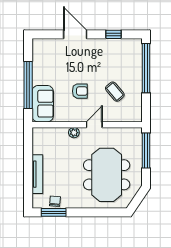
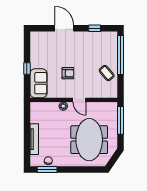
window: (28, 85) -> (27, 68), width x0.32
coffee table: (115, 92) -> (107, 73), moved
door: (94, 125) -> (79, 100), swing flipped

